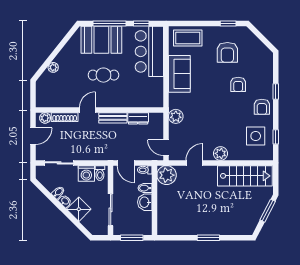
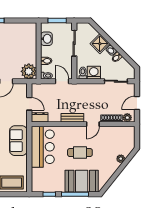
bar counter: (149, 51) -> (43, 147), moved
sofa: (179, 74) -> (18, 141), moved
plant: (176, 116) -> (21, 119), removed
dresser: (138, 118) -> (40, 117), moved
door: (166, 148) -> (29, 104), moved
washbasin: (145, 202) -> (46, 39), moved

